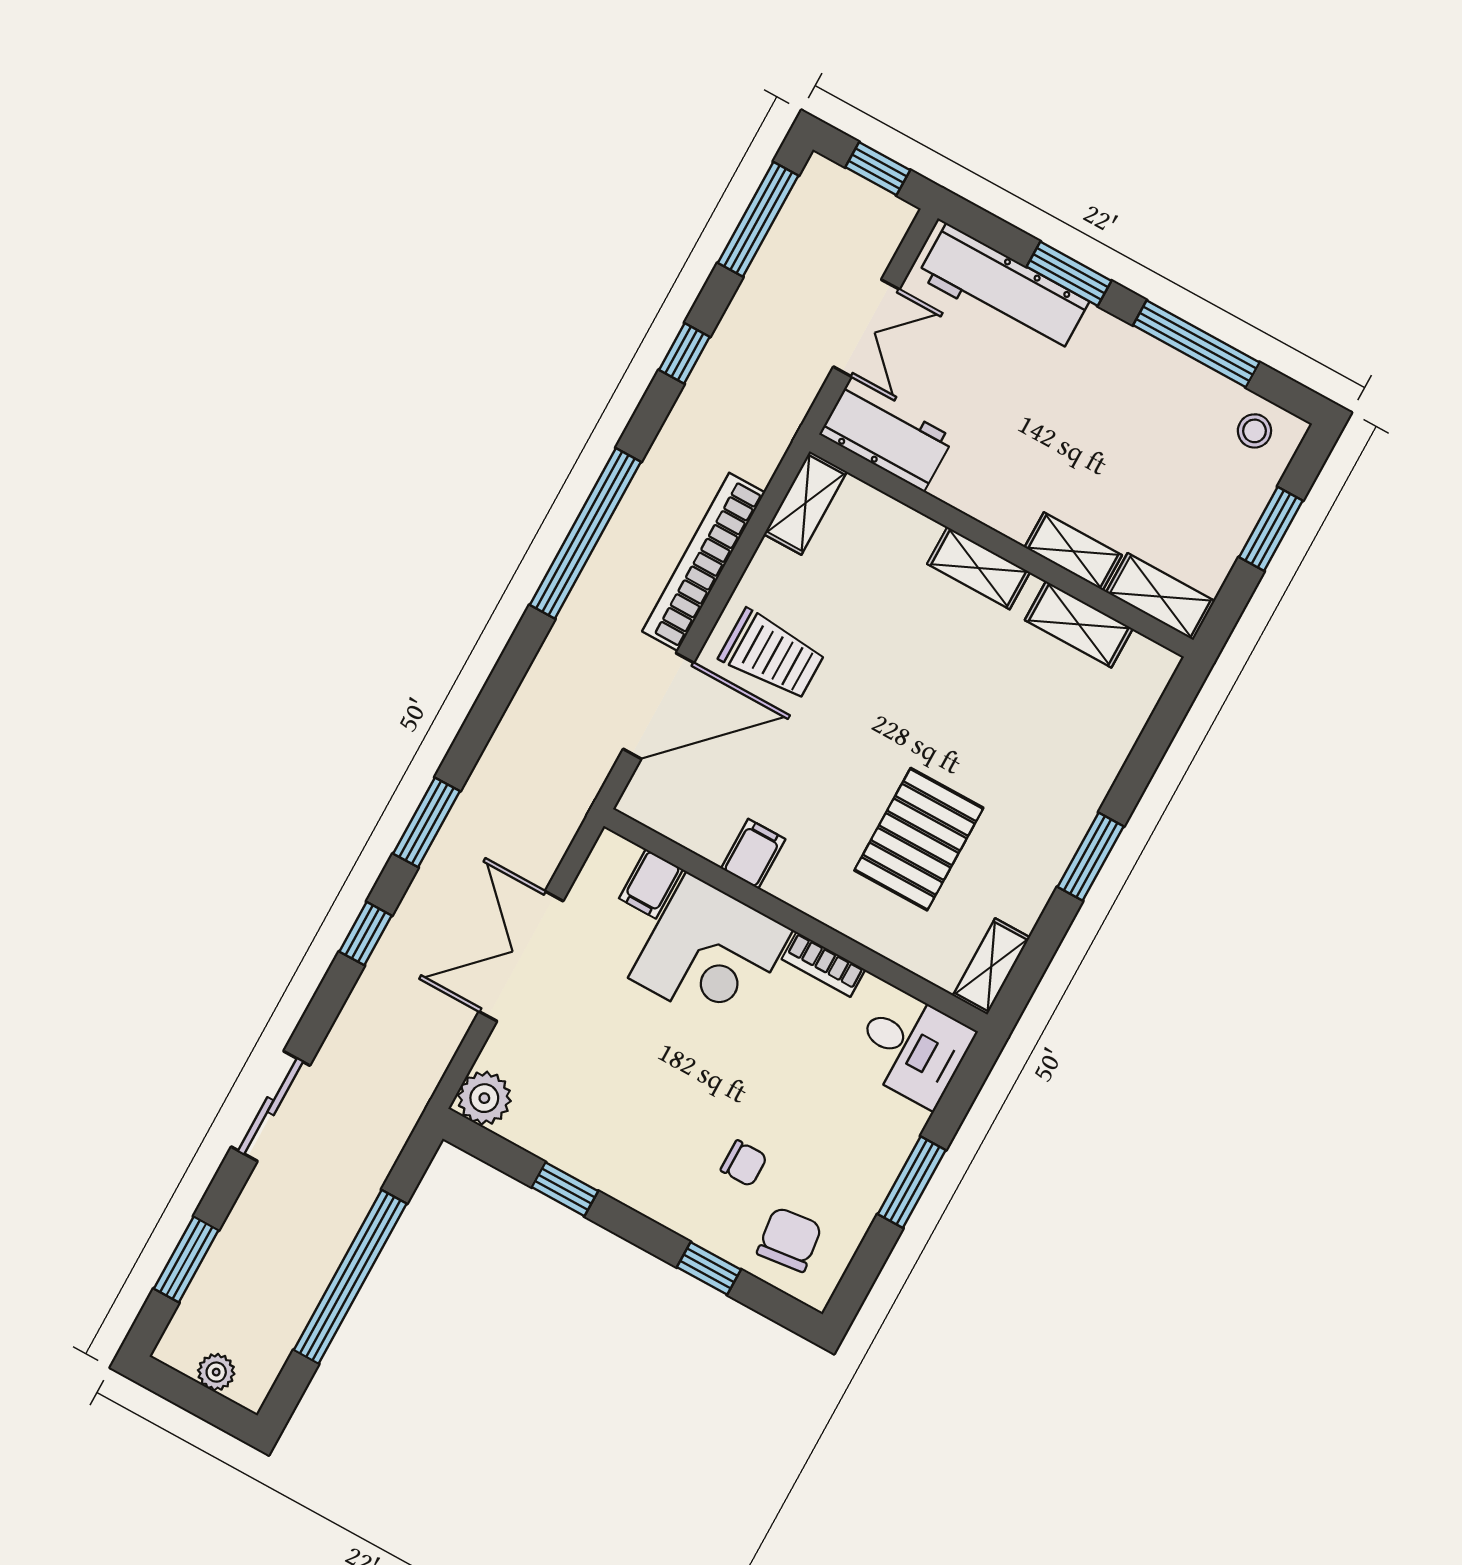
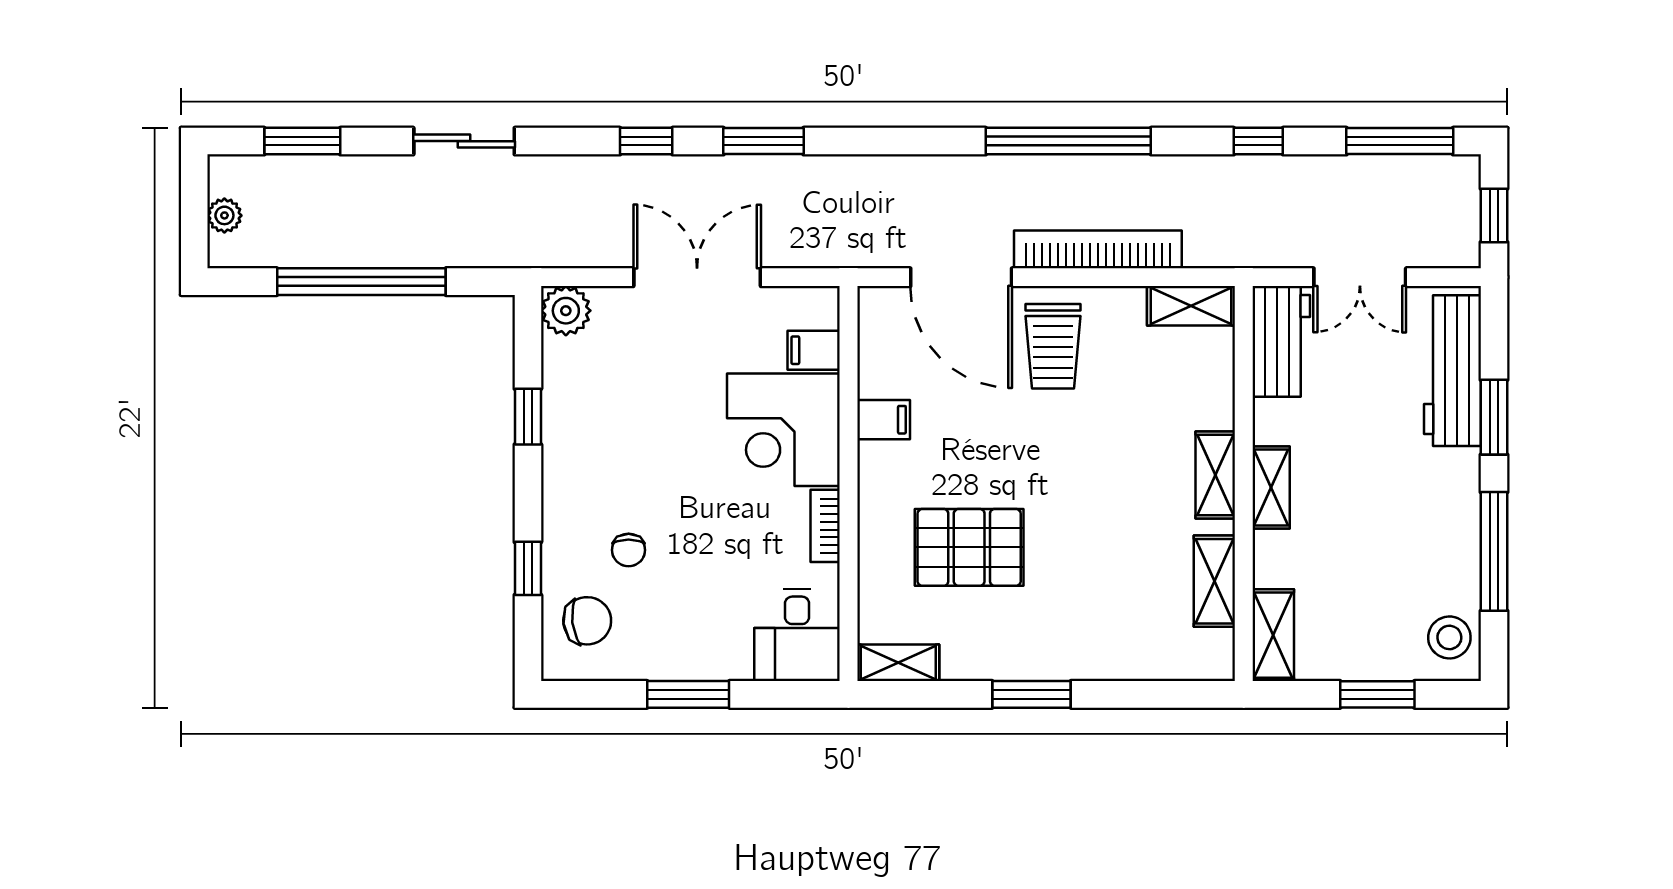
stool: (1254, 431) -> (1449, 637), width x1.37, depth x1.37
shelving: (1073, 551) -> (1271, 487), moved

